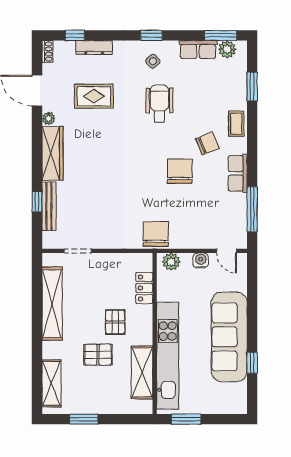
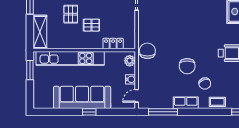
chair: (180, 171) -> (187, 66), turned 90
chair: (156, 234) -> (147, 51), turned -90
window: (252, 363) -> (89, 112), moved
shelving: (142, 372) -> (40, 32), moved, turned 90

